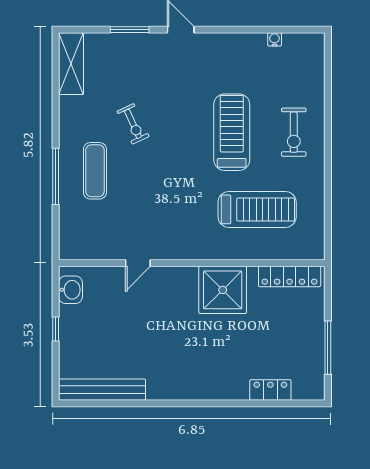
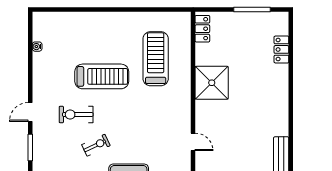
treadmill: (232, 132) -> (102, 76), turned 180
exercise bike: (294, 132) -> (76, 115), moved, turned 180
locker: (290, 277) -> (202, 29), width x0.66

